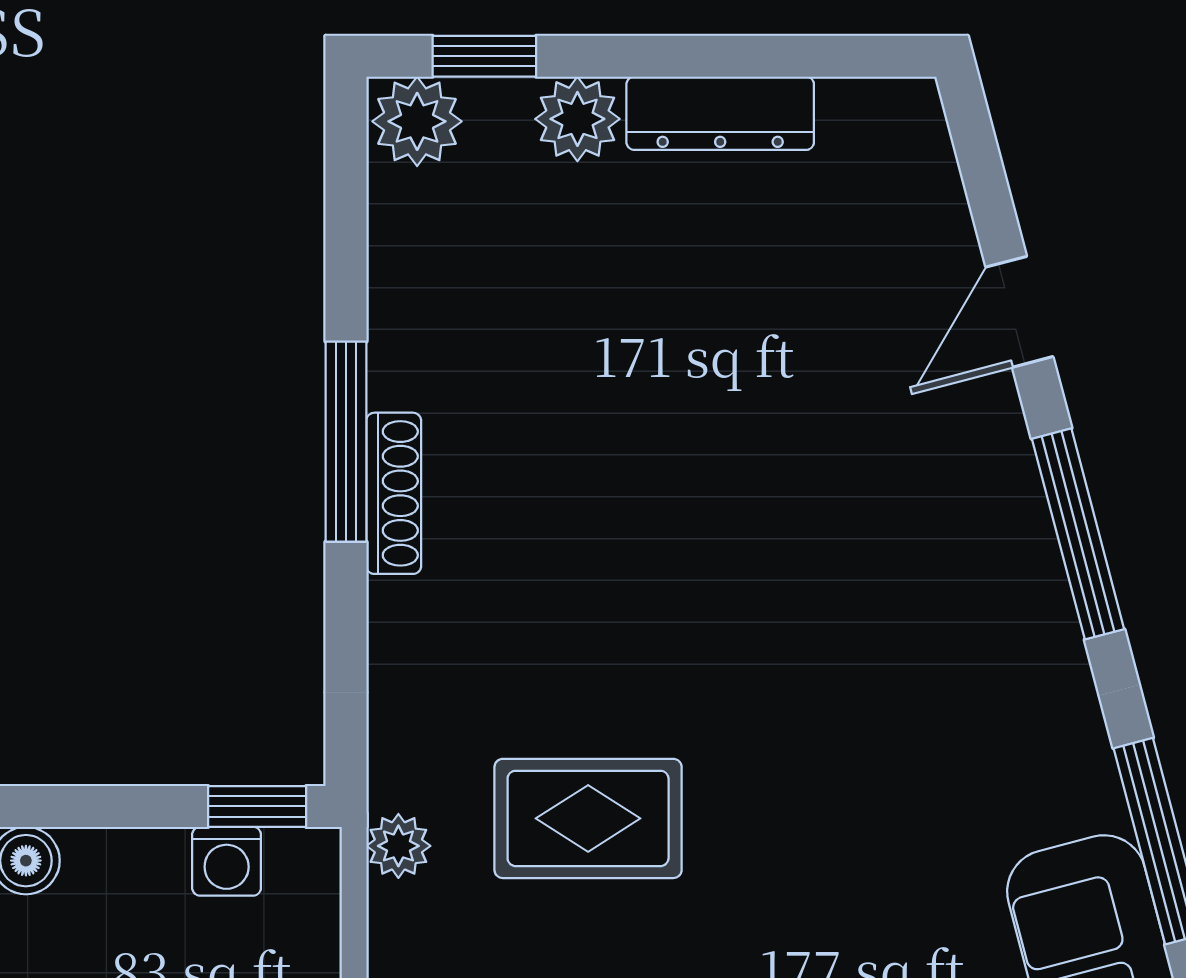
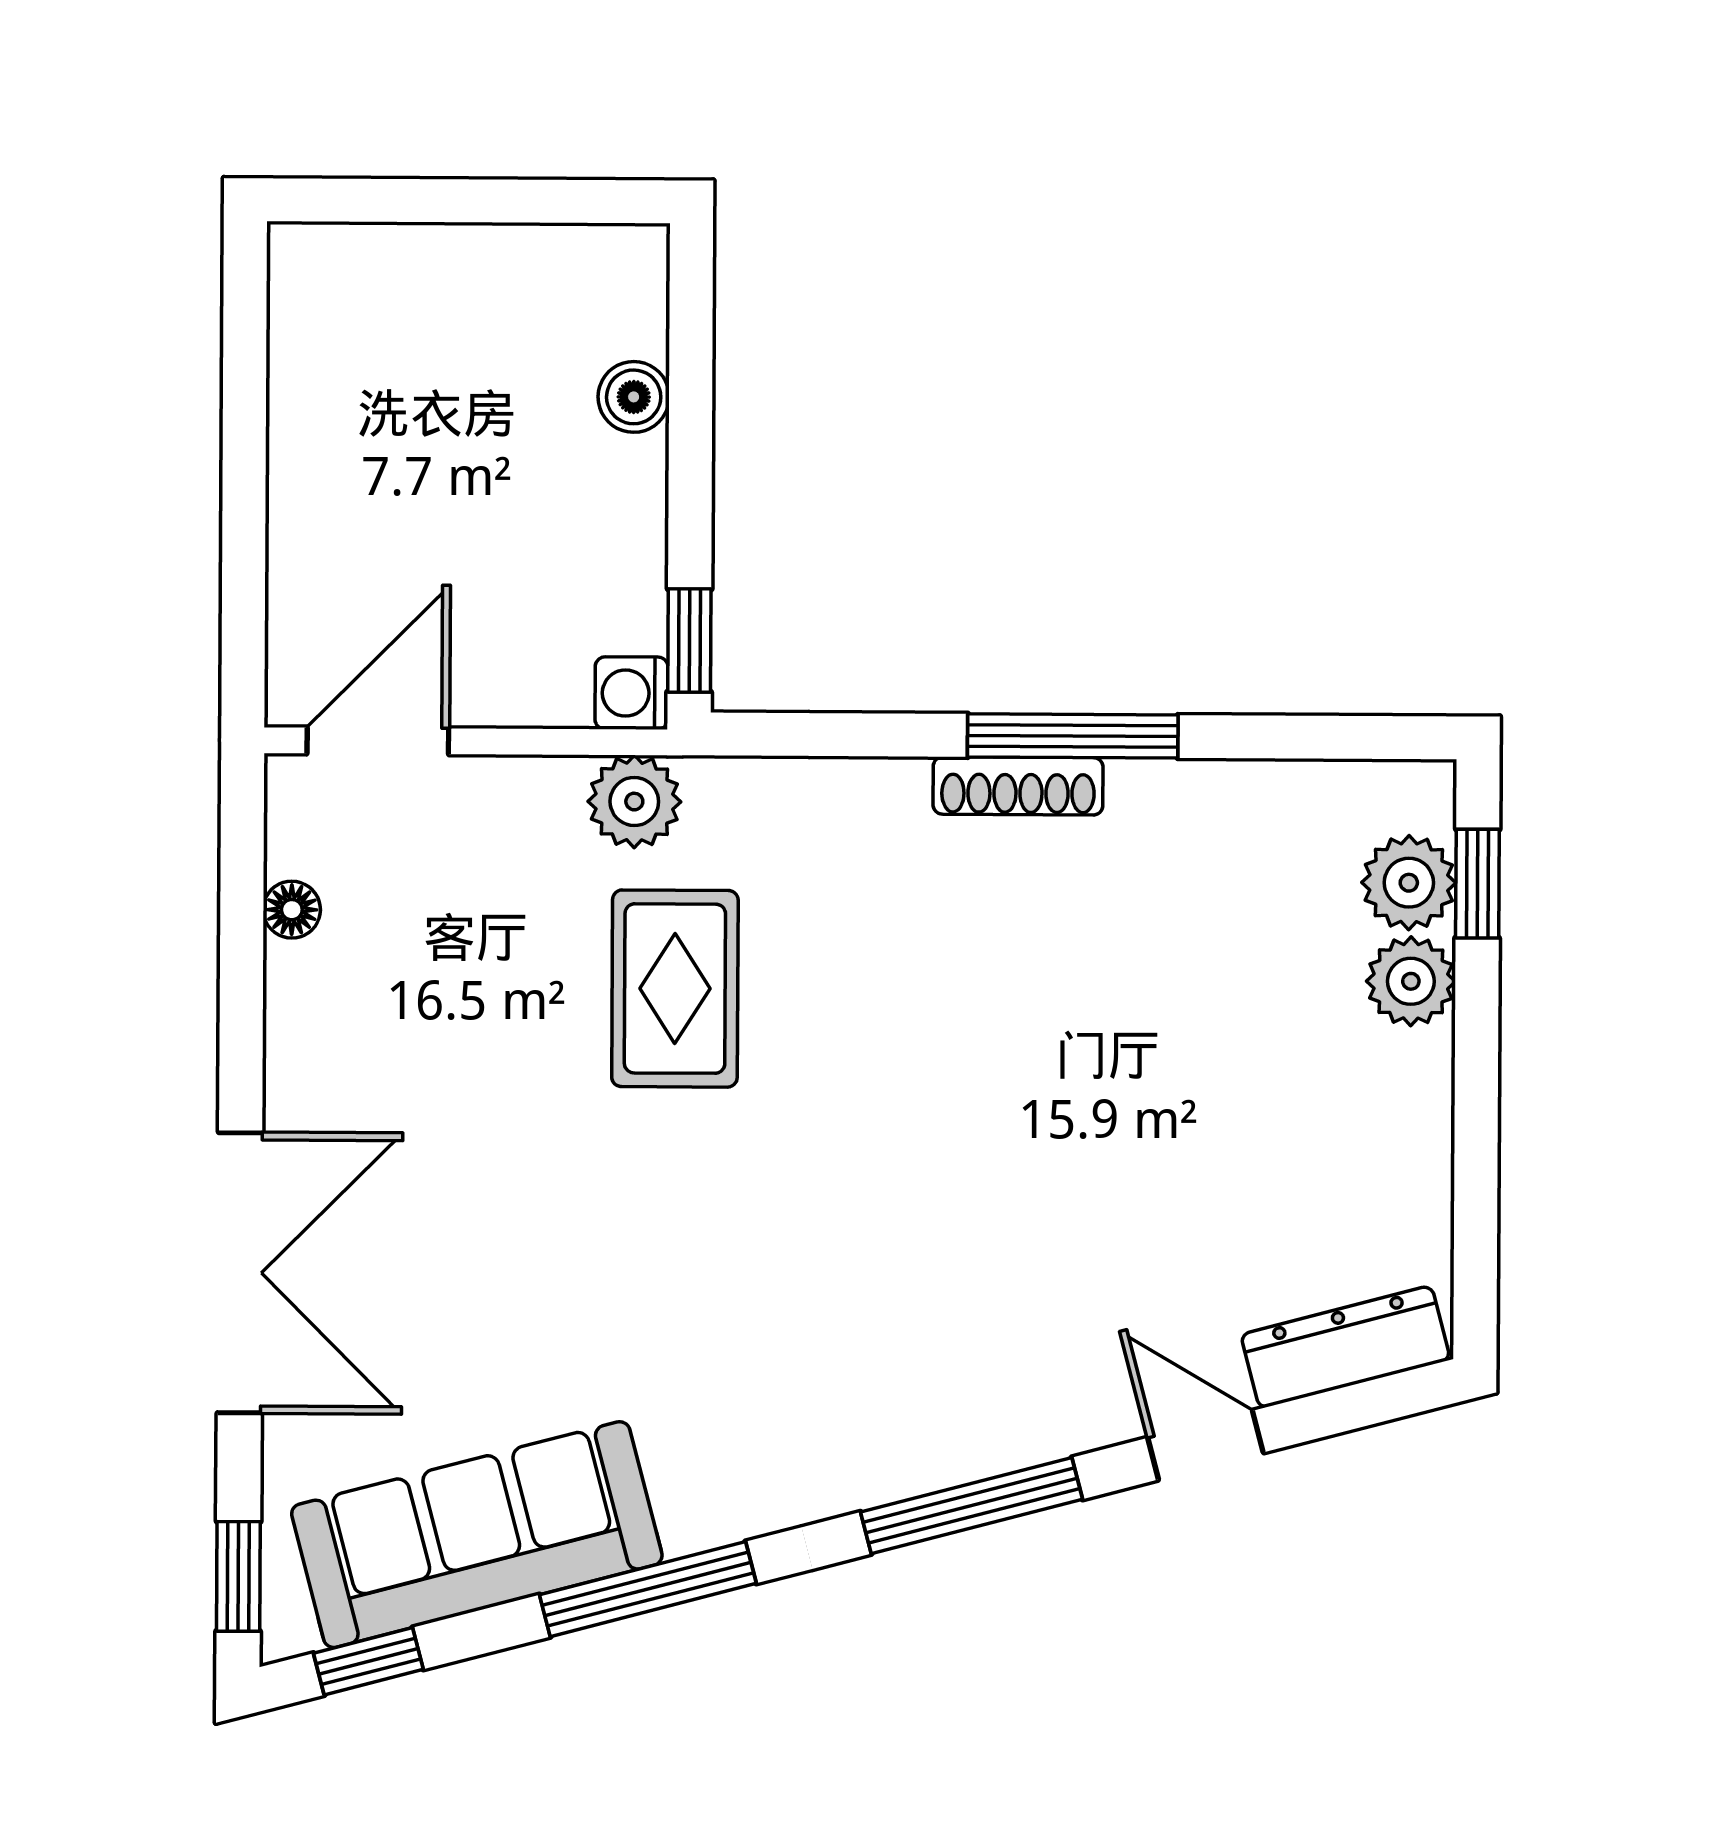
dresser: (720, 113) -> (1345, 1347), moved, turned 75
plant: (417, 121) -> (1409, 883), moved
plant: (398, 846) -> (634, 802), width x1.38, depth x1.38
washing machine: (227, 861) -> (631, 693), moved

